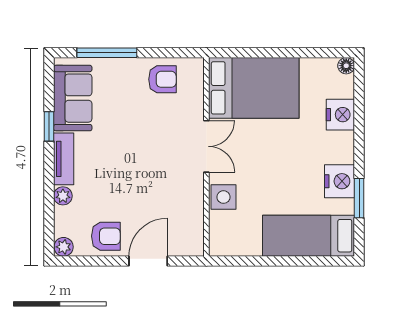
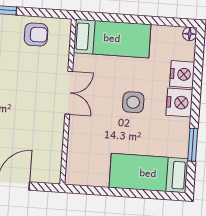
bed: (254, 88) -> (112, 38), width x0.67
nightstand: (340, 181) -> (179, 103), moved
side table: (223, 197) -> (133, 102), moved

